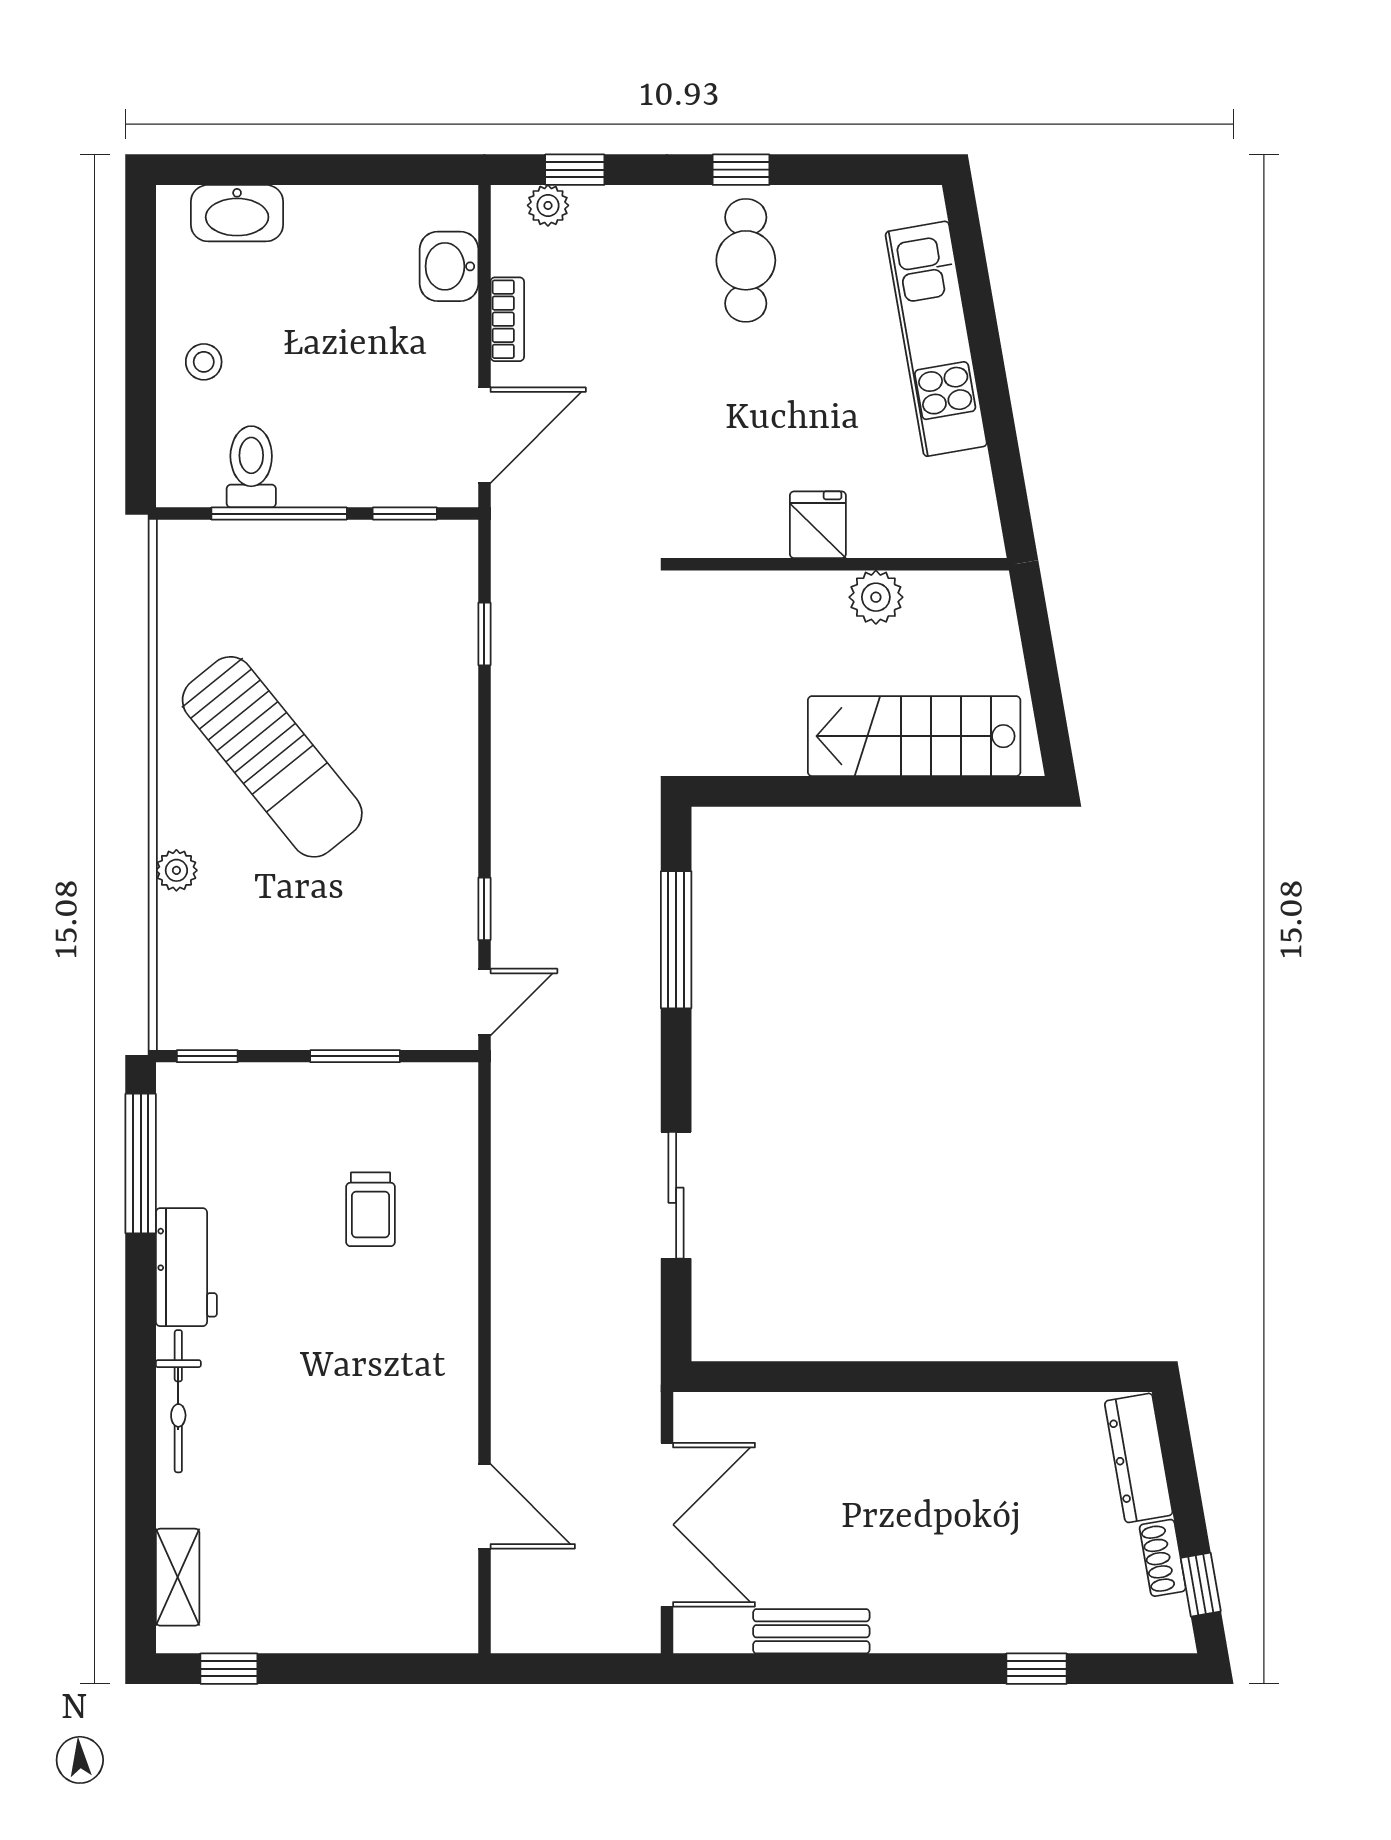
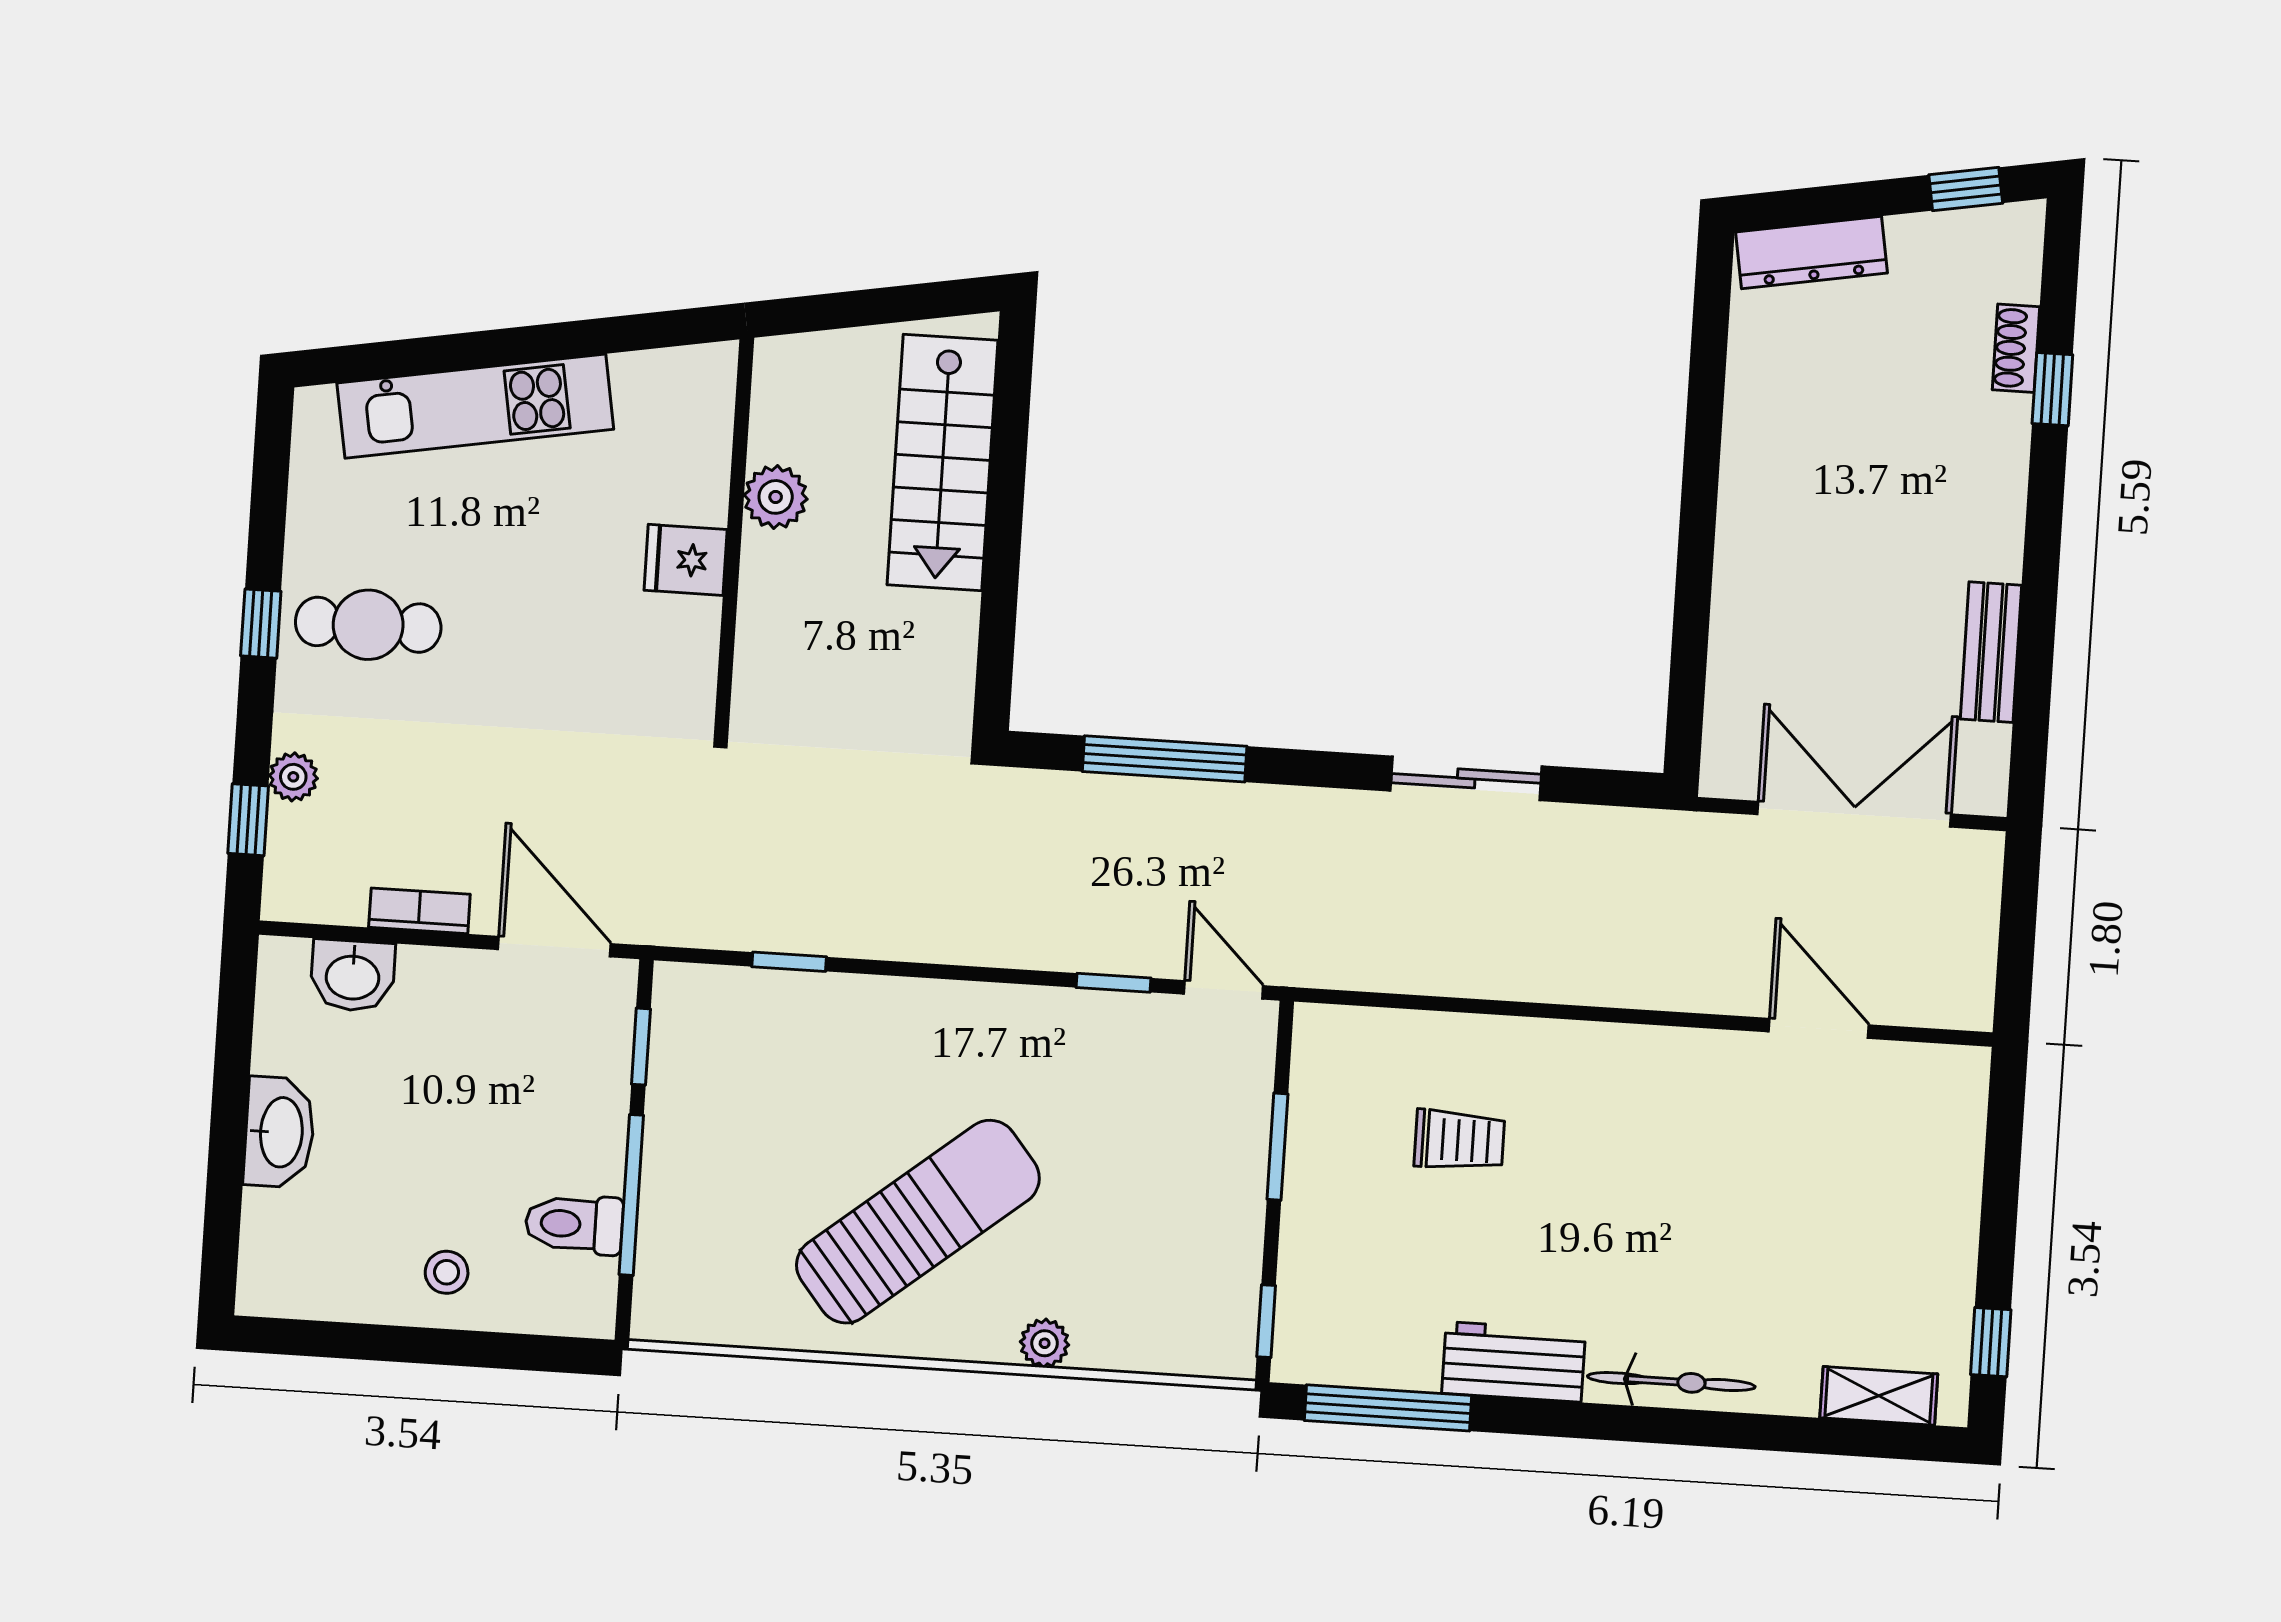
plant: (548, 205) -> (293, 777), moved
washbasin: (237, 213) -> (279, 1132), moved
door: (484, 1506) -> (1819, 1028), hinge flipped
shoe rack: (1163, 1558) -> (2016, 348), moved, turned 100

